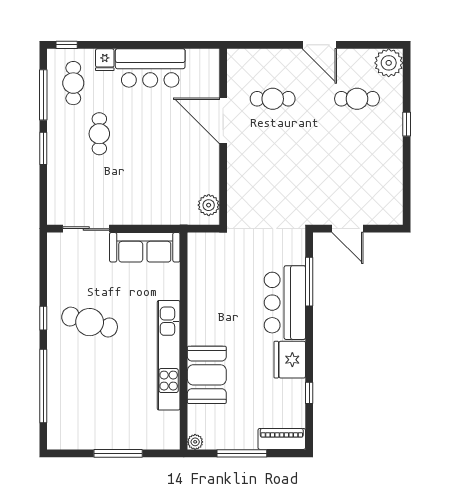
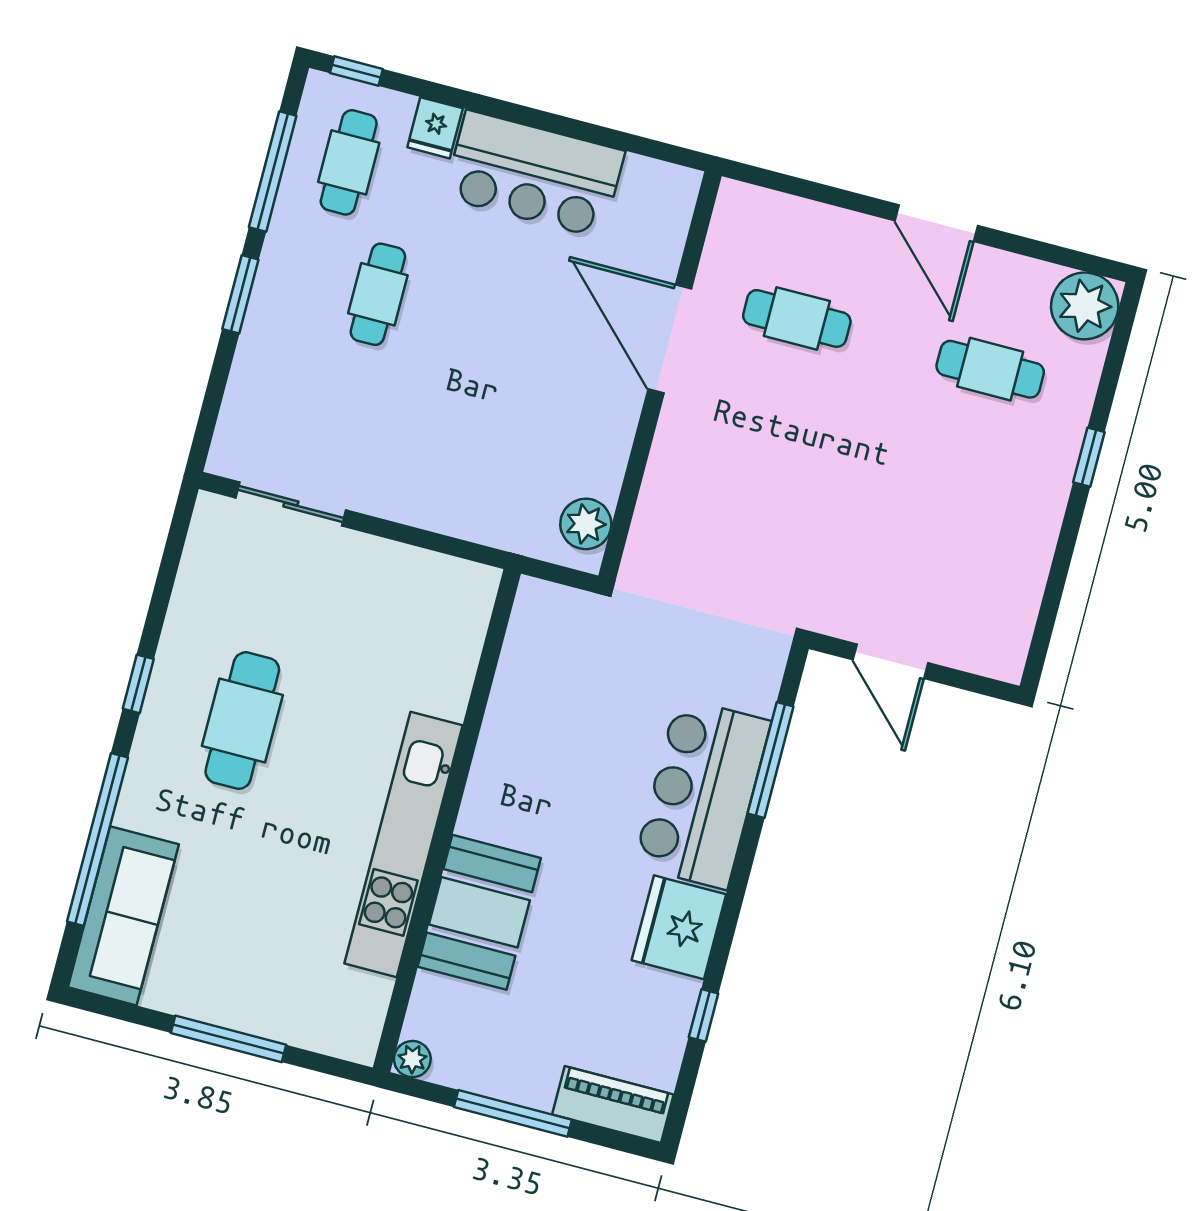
sofa: (145, 247) -> (123, 916), moved, turned -90
cafe table: (90, 322) -> (242, 721), turned 74

